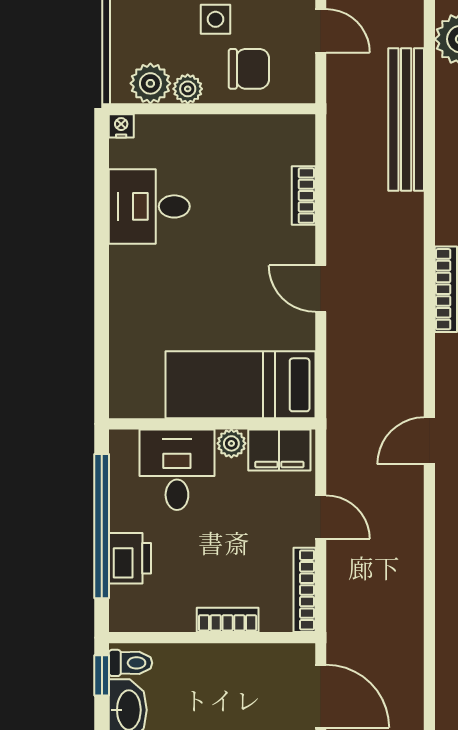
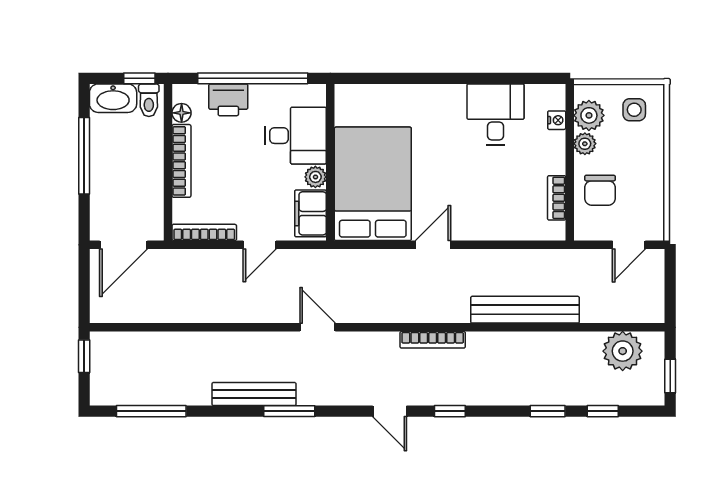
side table: (216, 19) -> (634, 110), moved
bench: (406, 120) -> (525, 310), moved
nightstand: (121, 126) -> (557, 120), moved
bookcase: (304, 196) -> (557, 198), moved, turned -90
bed: (240, 385) -> (373, 184), width x1.50
floor lamp: (147, 620) -> (182, 113), added
bookcase: (228, 620) -> (181, 161), width x1.56

